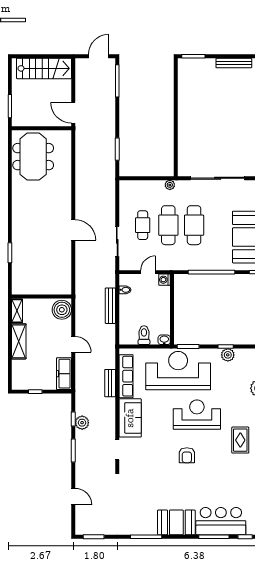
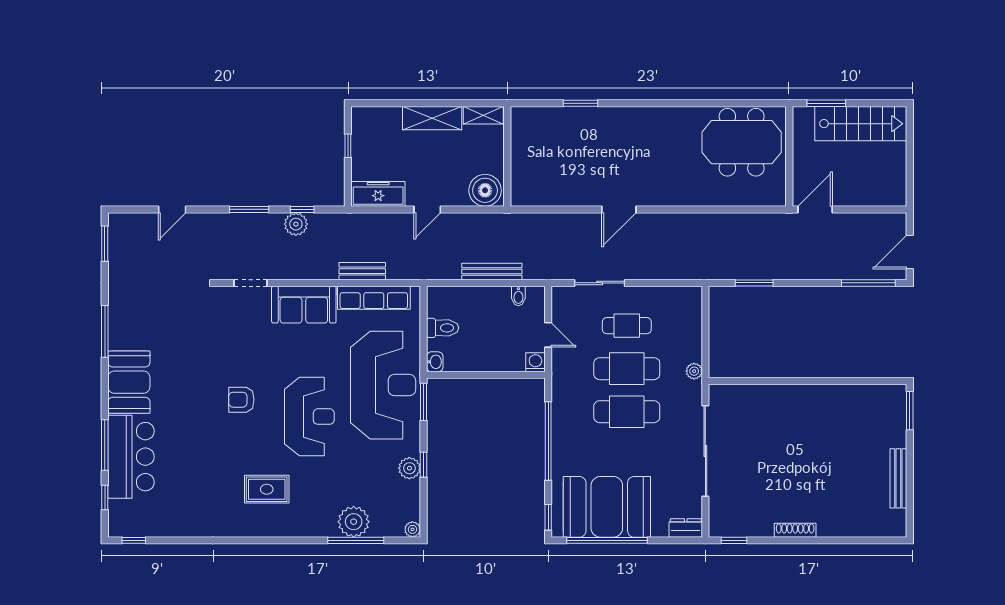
door: (99, 56) -> (910, 252), swing flipped
stairs: (44, 68) -> (861, 124), moved, turned -90

